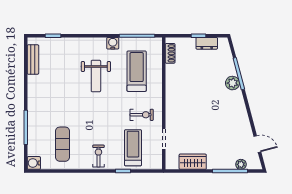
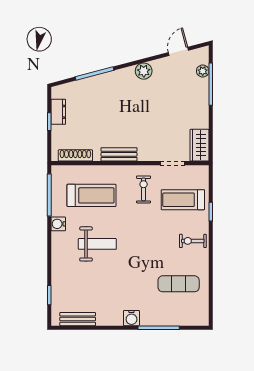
shoe rack: (170, 53) -> (75, 155), width x1.43
treadmill: (137, 71) -> (92, 195), turned 180
plant: (232, 83) -> (144, 71), moved
bench: (171, 94) -> (119, 154), added
wardrobe: (193, 162) -> (199, 145), moved
water cooler: (34, 163) -> (131, 318), moved

